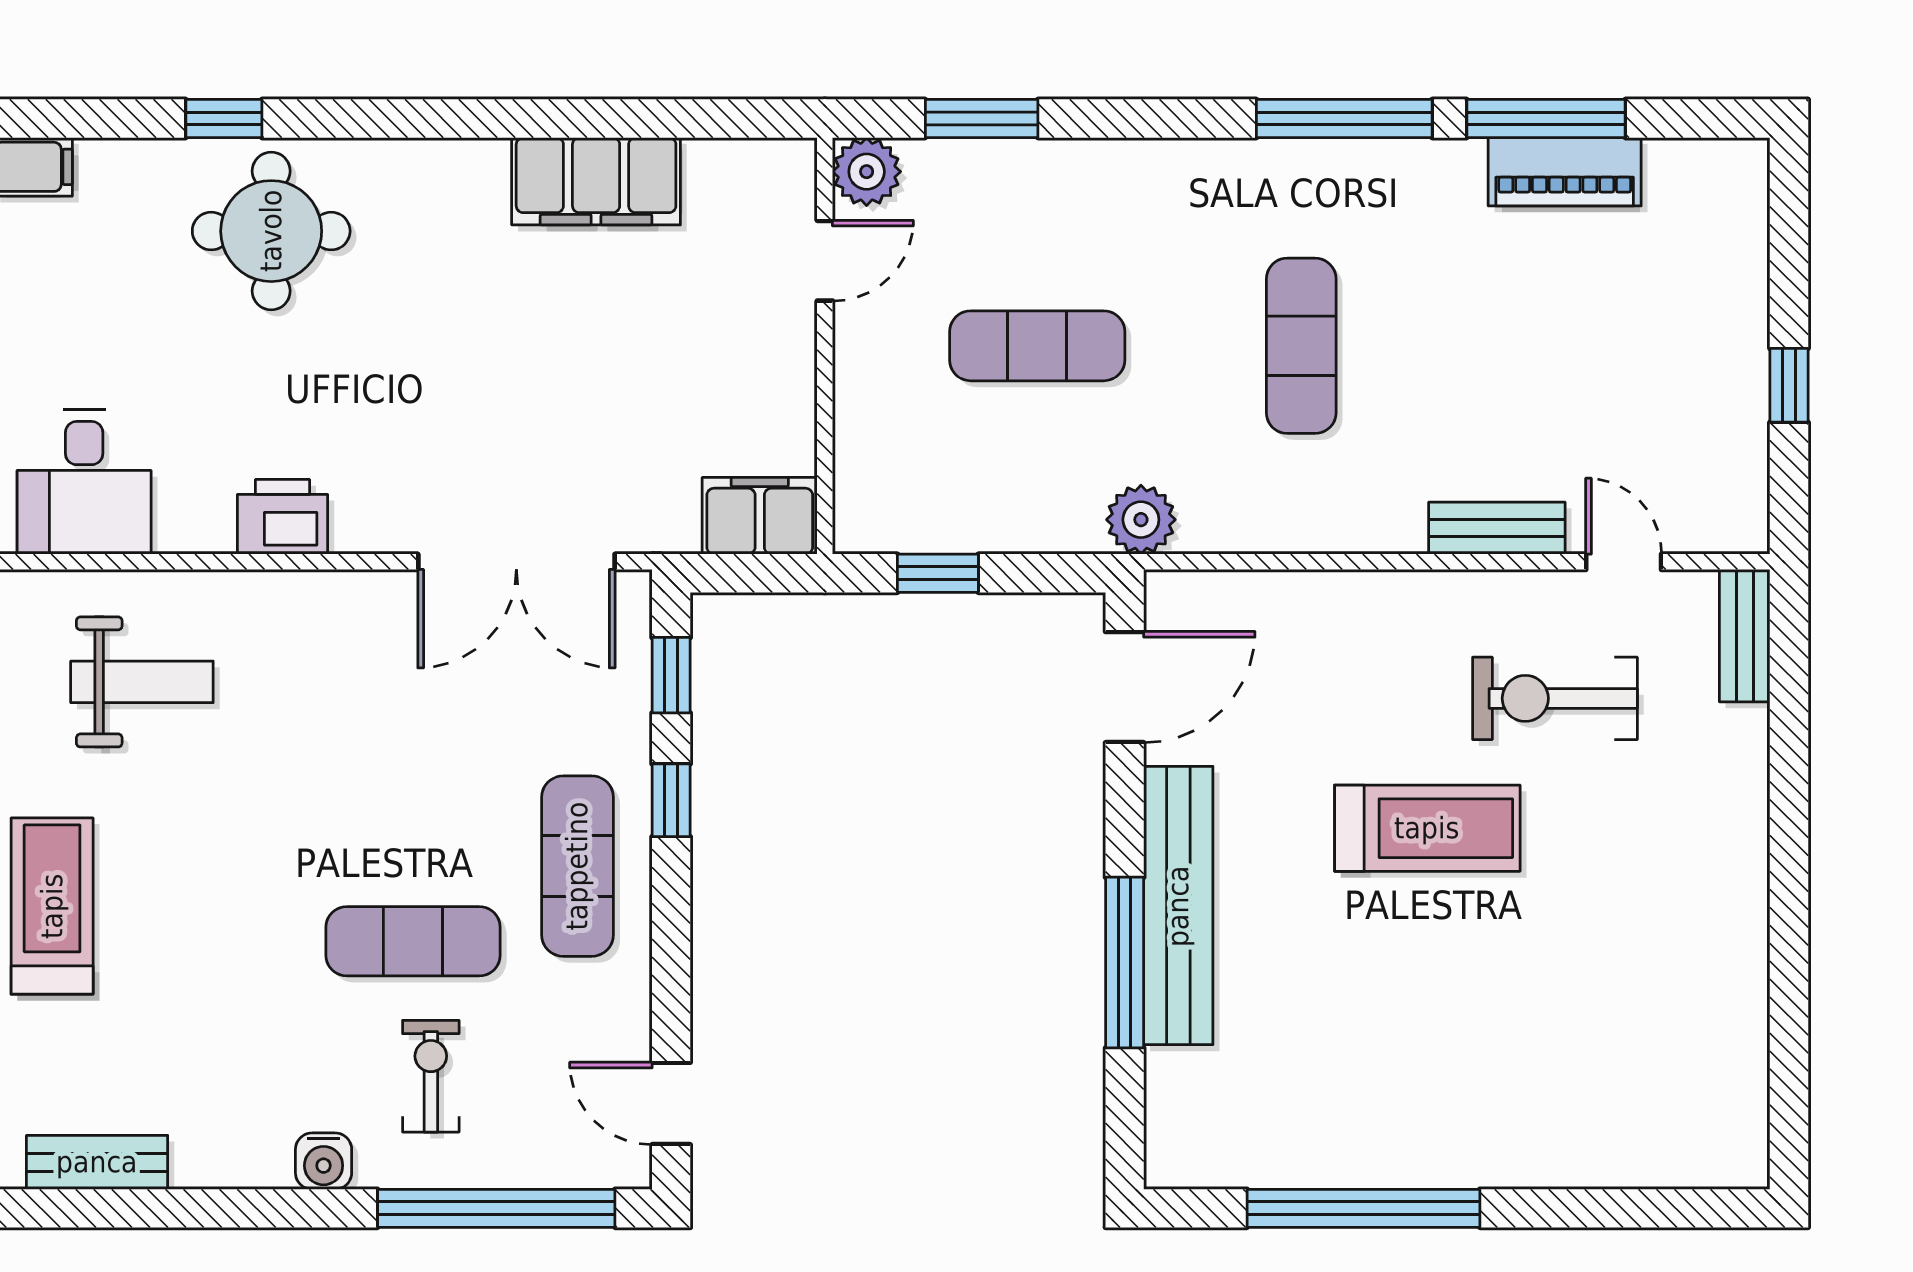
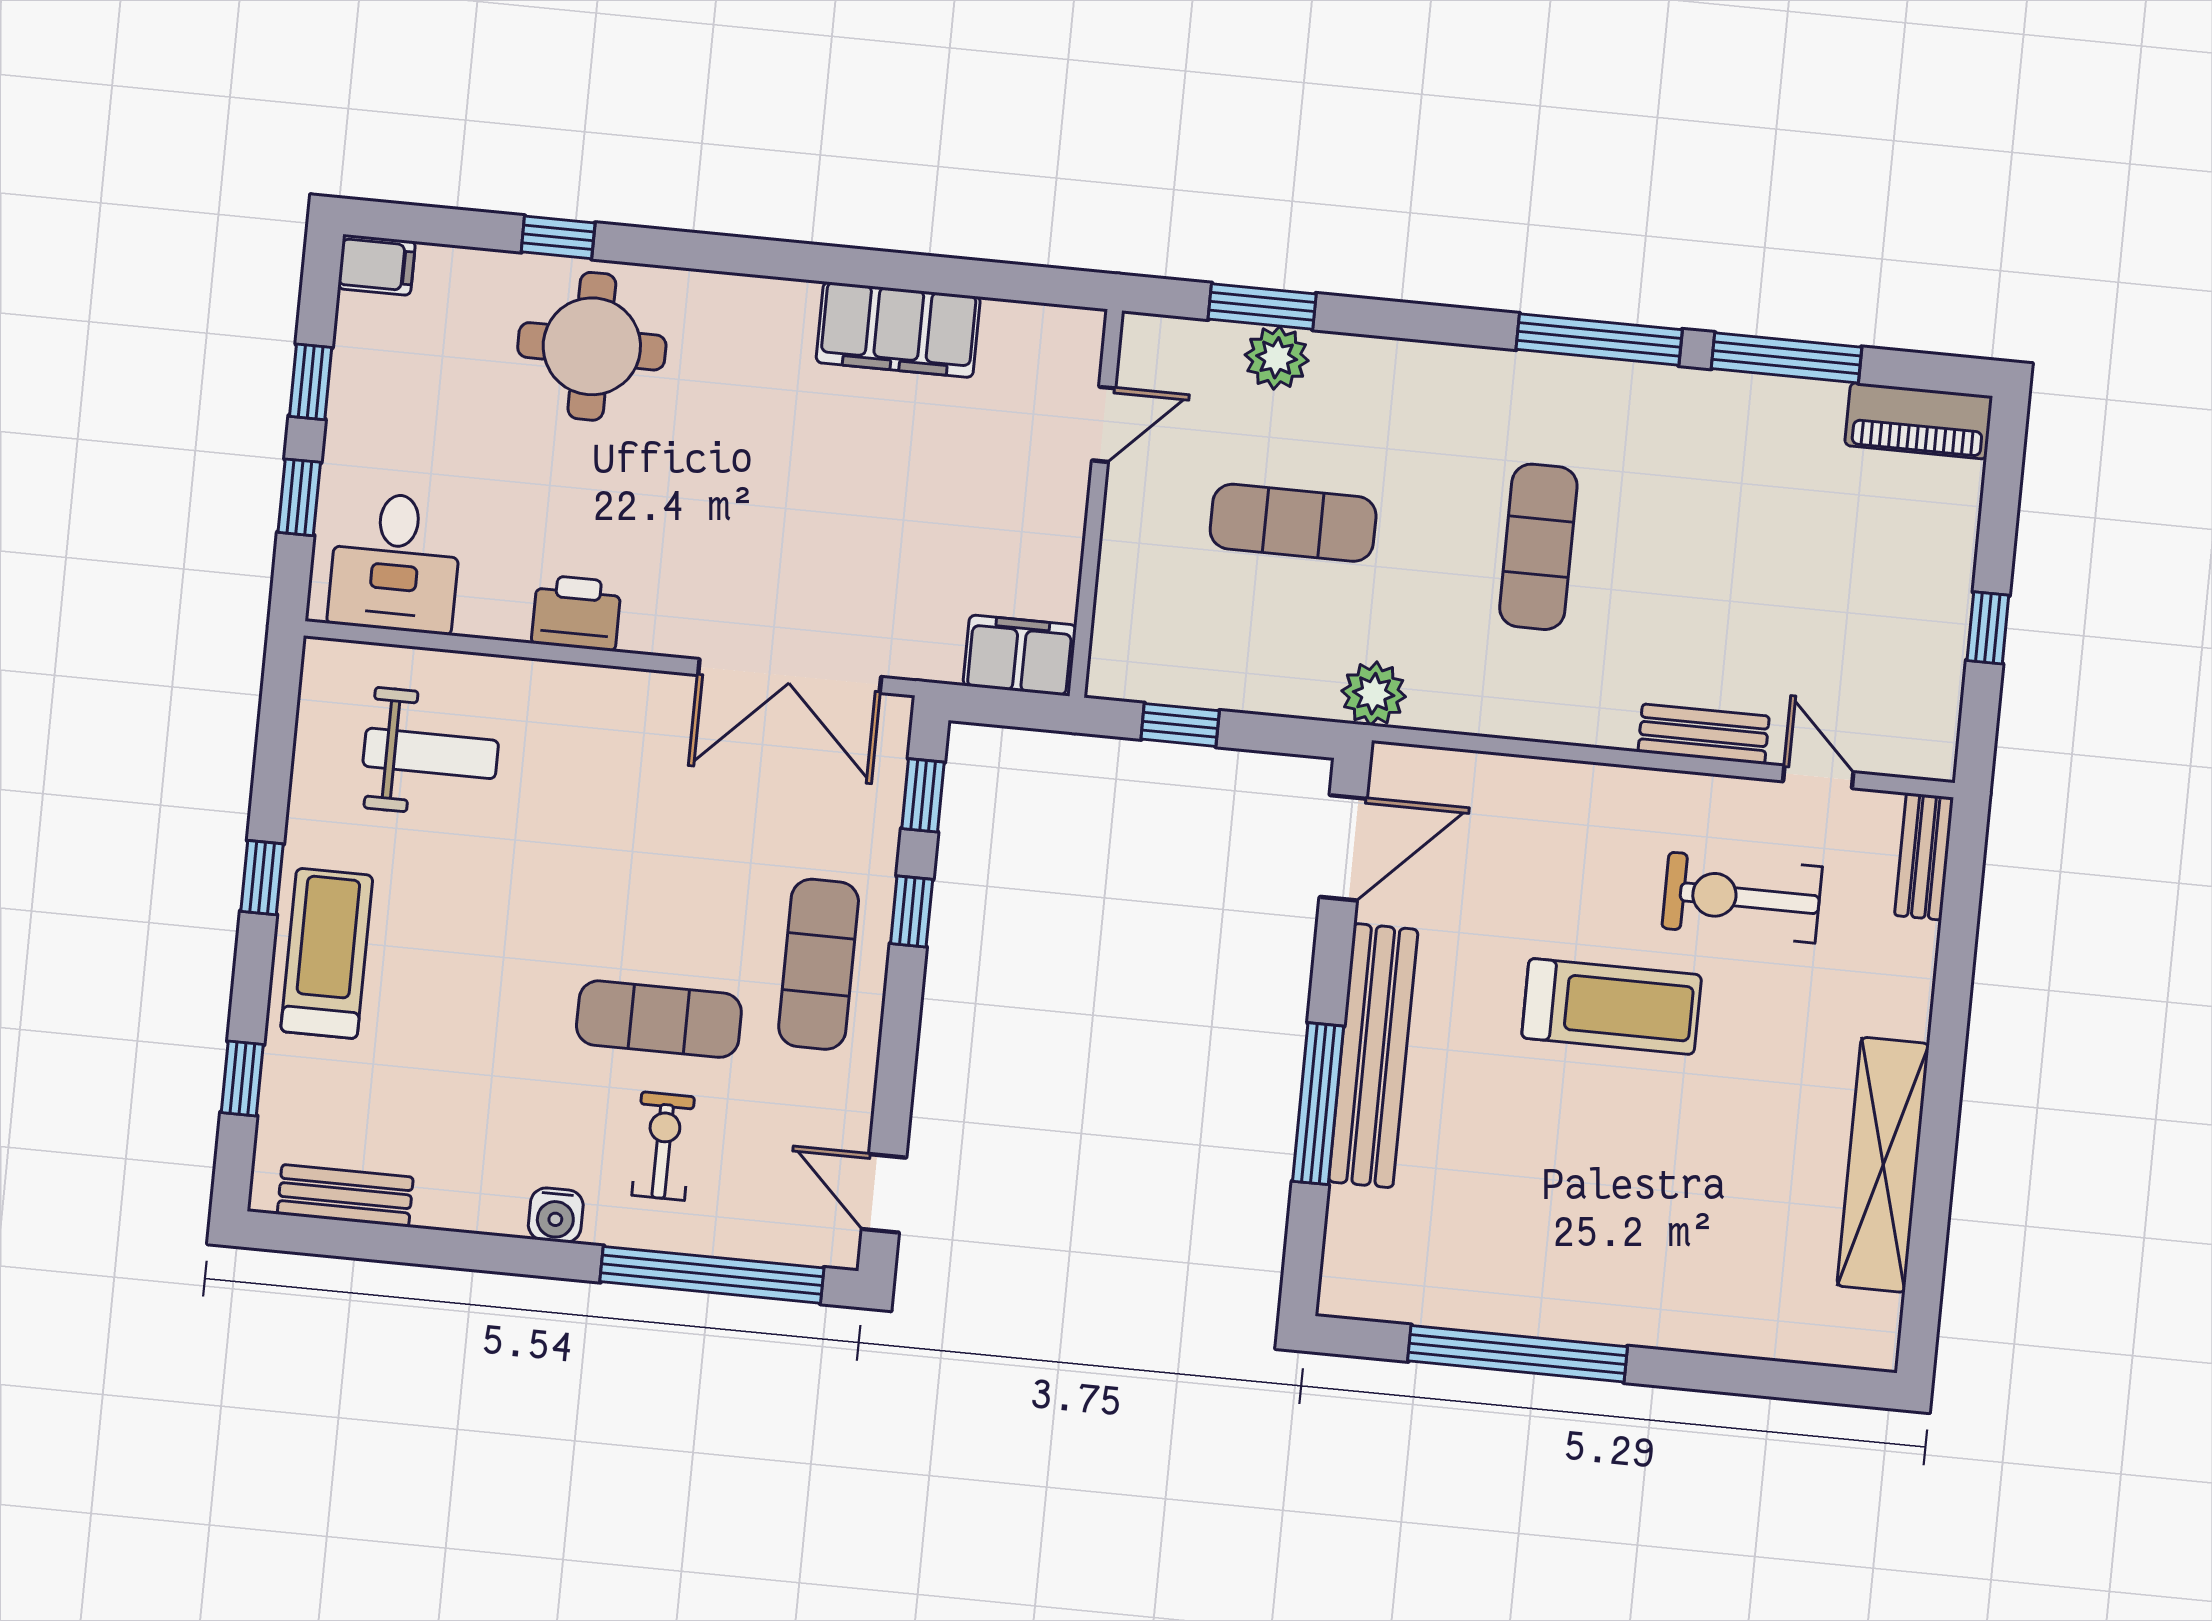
plant: (867, 172) -> (1277, 358), moved
piano: (1565, 172) -> (1919, 421), moved
shelving: (1733, 969) -> (1883, 1165), added

